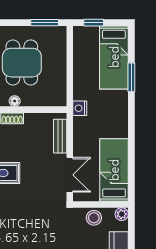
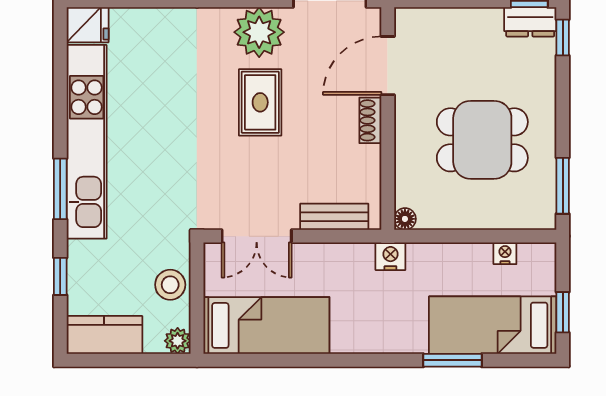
window: (94, 23) -> (563, 312), moved
nightstand: (78, 51) -> (505, 253), added
floor lamp: (15, 101) -> (405, 219), moved

